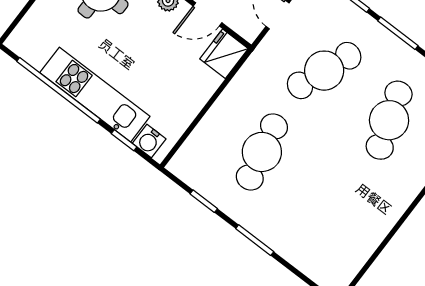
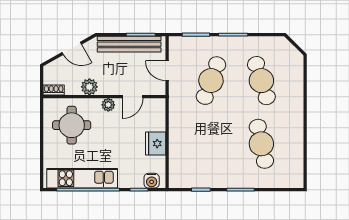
fridge: (224, 54) -> (156, 144), moved
kitchen unit: (95, 95) -> (82, 178), moved
cafe table: (262, 152) -> (261, 144), moved

